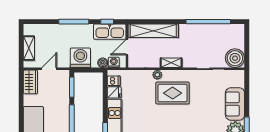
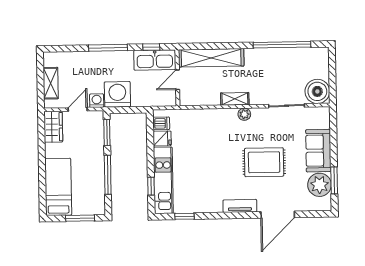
washing machine: (114, 62) -> (97, 101), moved
boiler: (103, 63) -> (146, 100), removed
plant: (157, 75) -> (244, 114), moved
rug: (173, 93) -> (264, 162), moved

